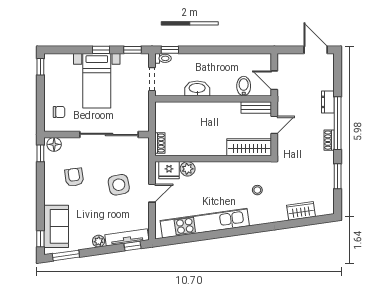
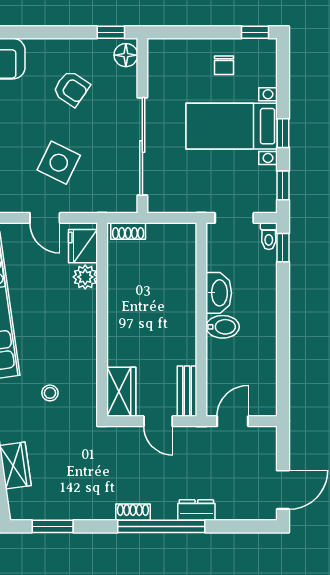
bidet: (244, 86) -> (223, 327), moved
chair: (59, 112) -> (224, 65), moved
wardrobe: (249, 147) -> (121, 392), width x0.67
window: (338, 176) -> (53, 526), moved
armchair: (74, 177) -> (71, 88), turned 42
side table: (119, 185) -> (59, 163), turned 37

